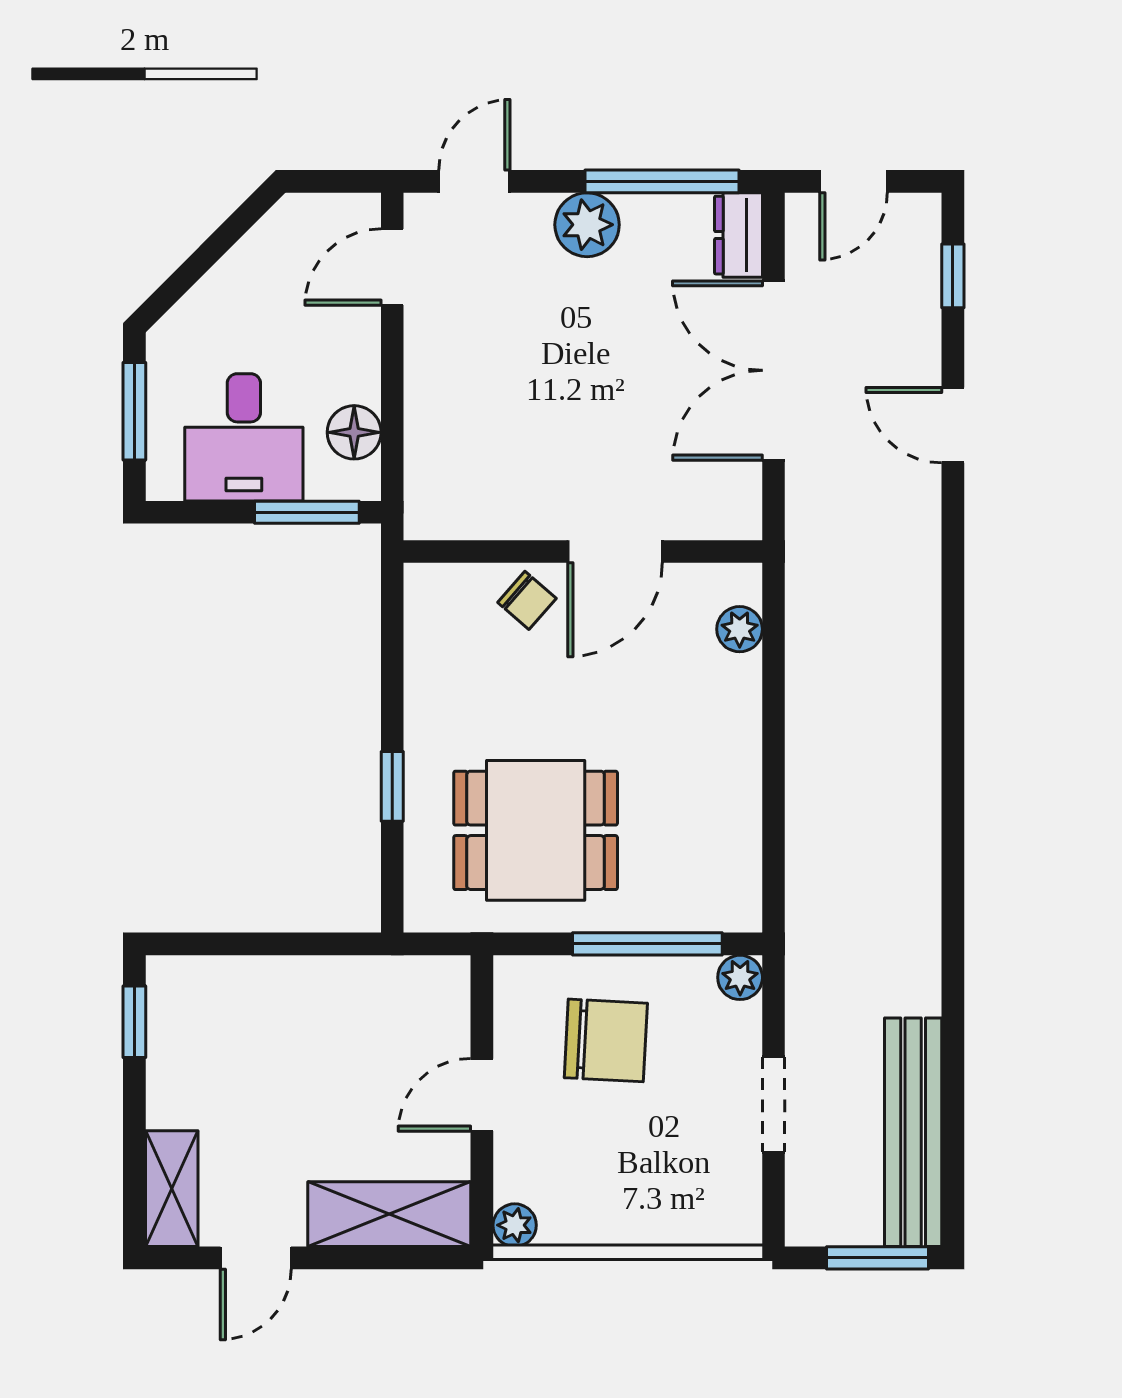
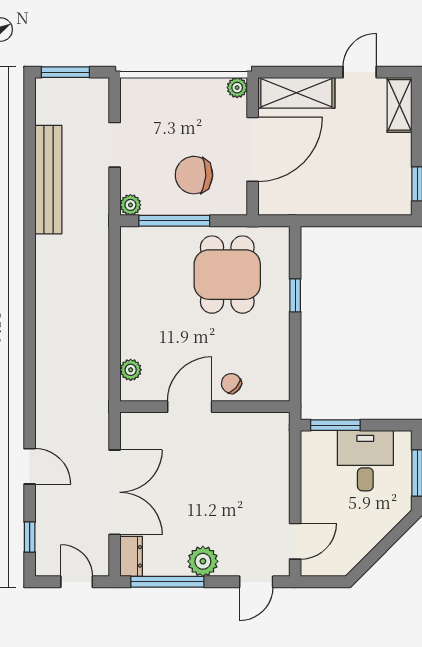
door: (854, 181) -> (77, 582), hinge flipped
floor lamp: (354, 432) -> (313, 463), removed
dining table: (536, 830) -> (227, 275), turned 90
door: (482, 1095) -> (253, 149), width x1.87
bench: (913, 1132) -> (48, 180), moved

